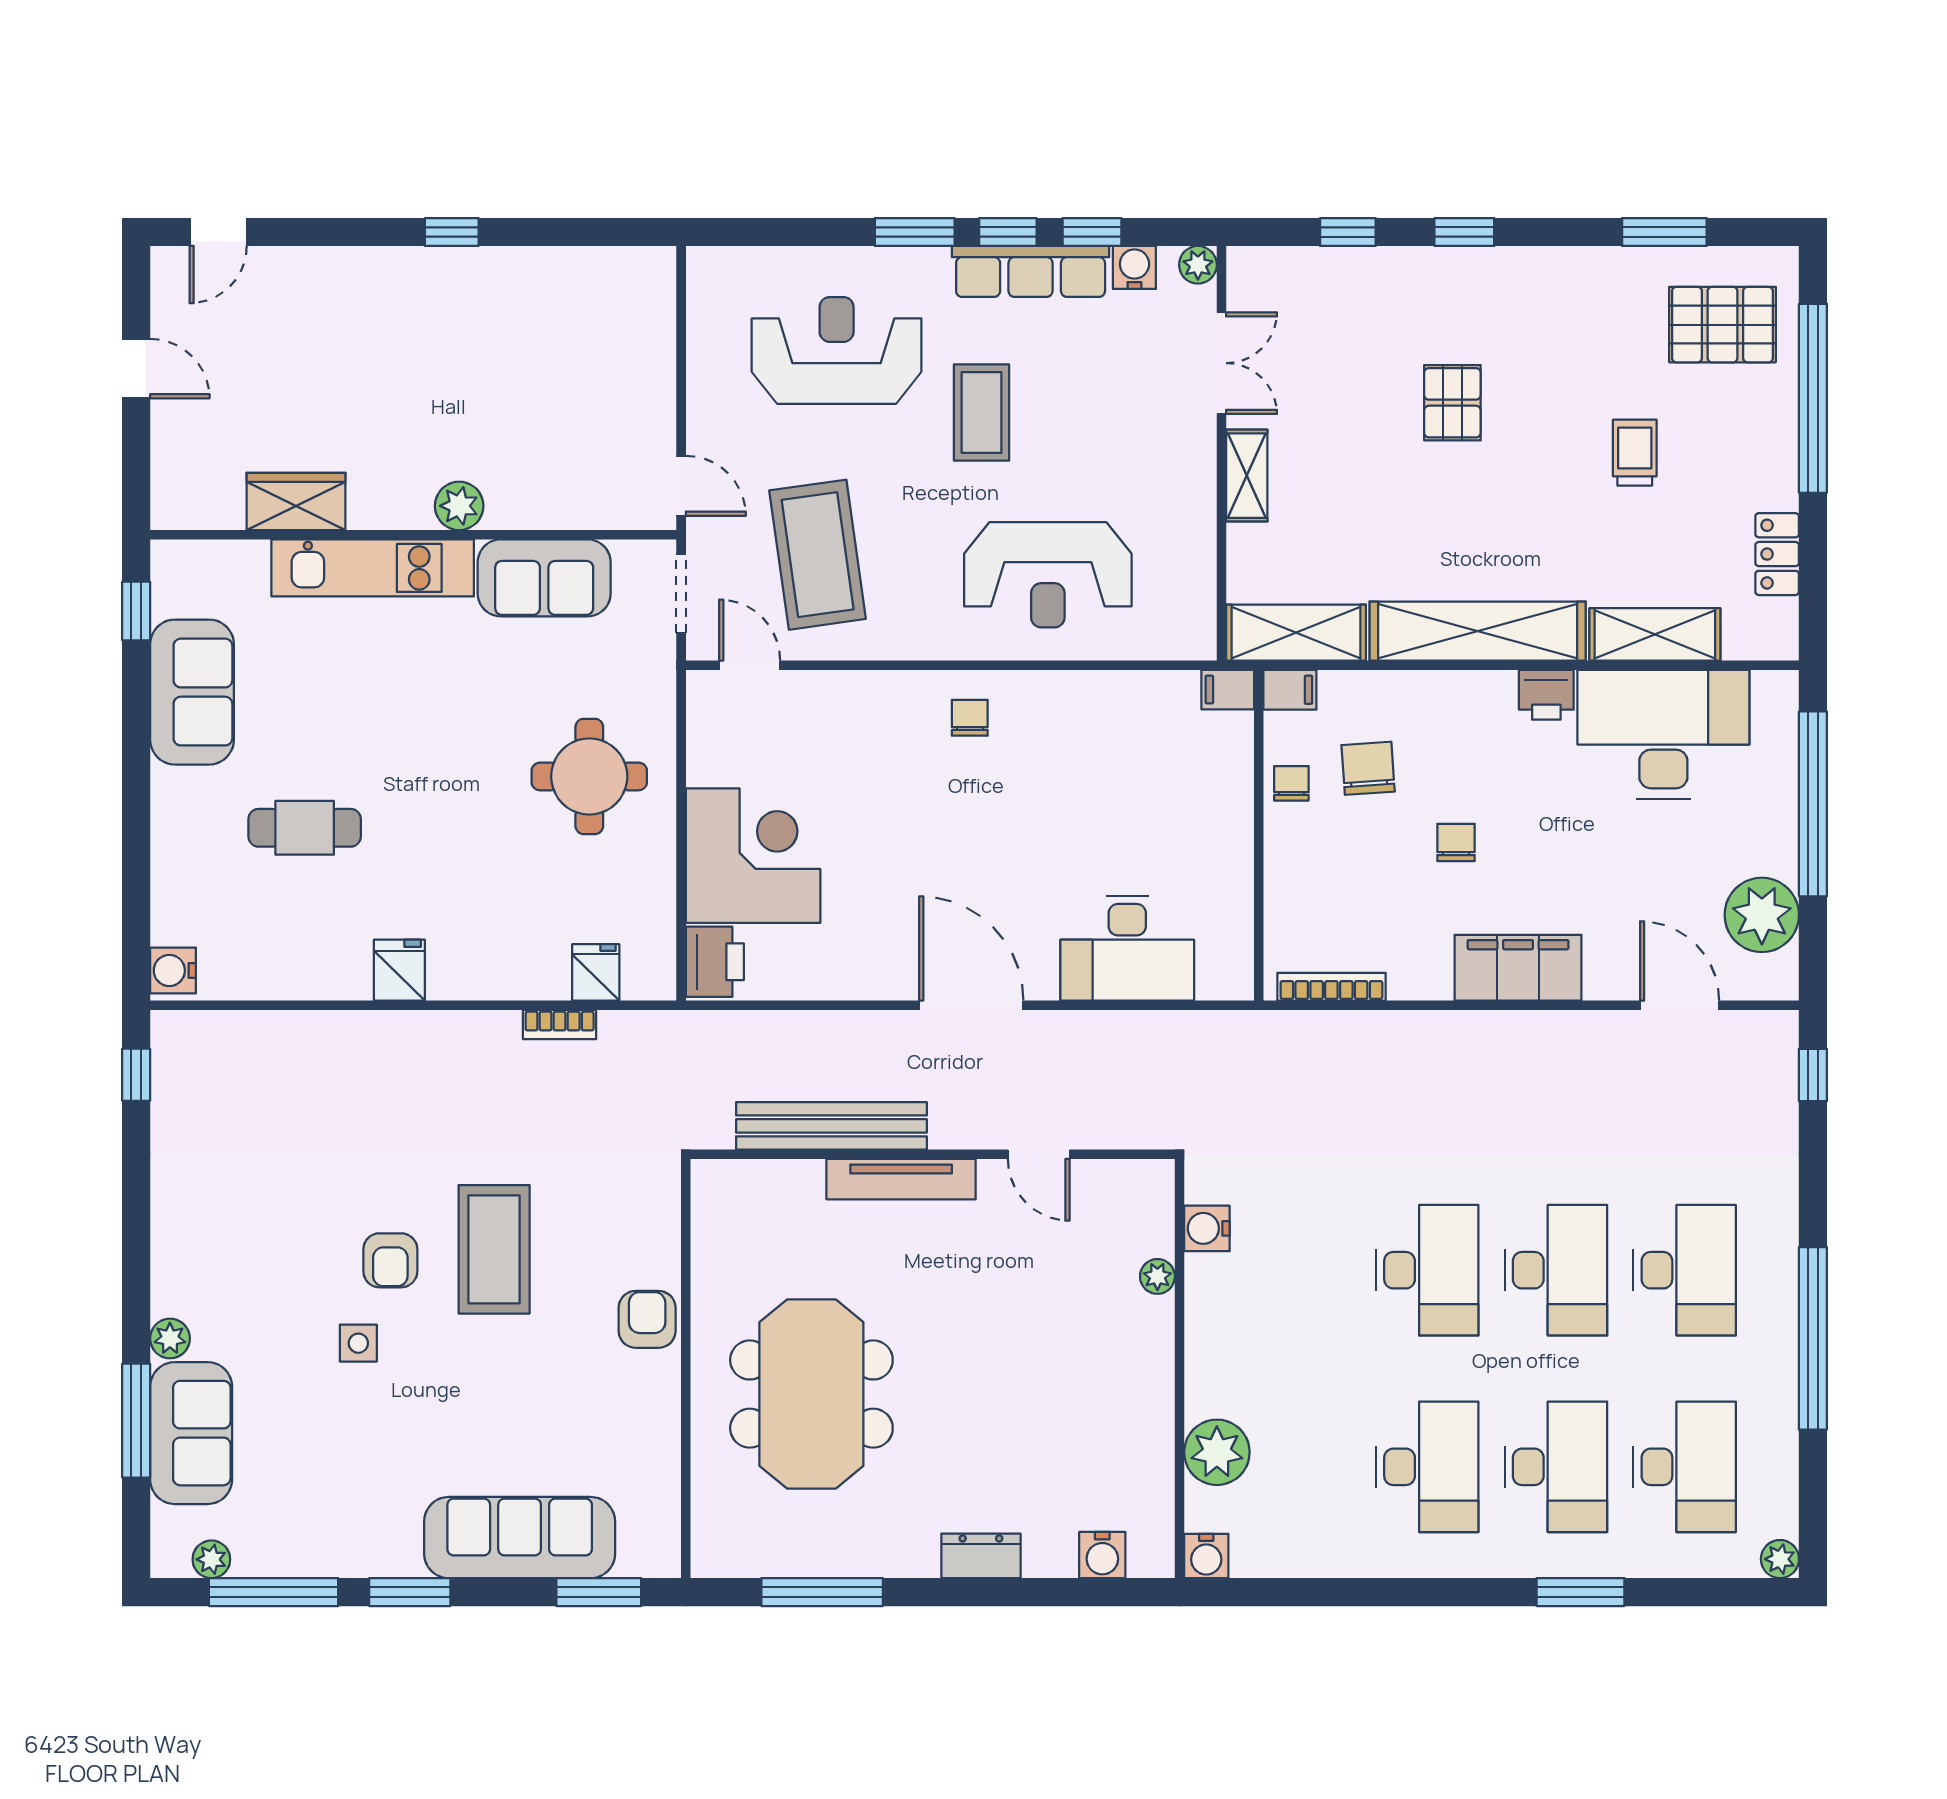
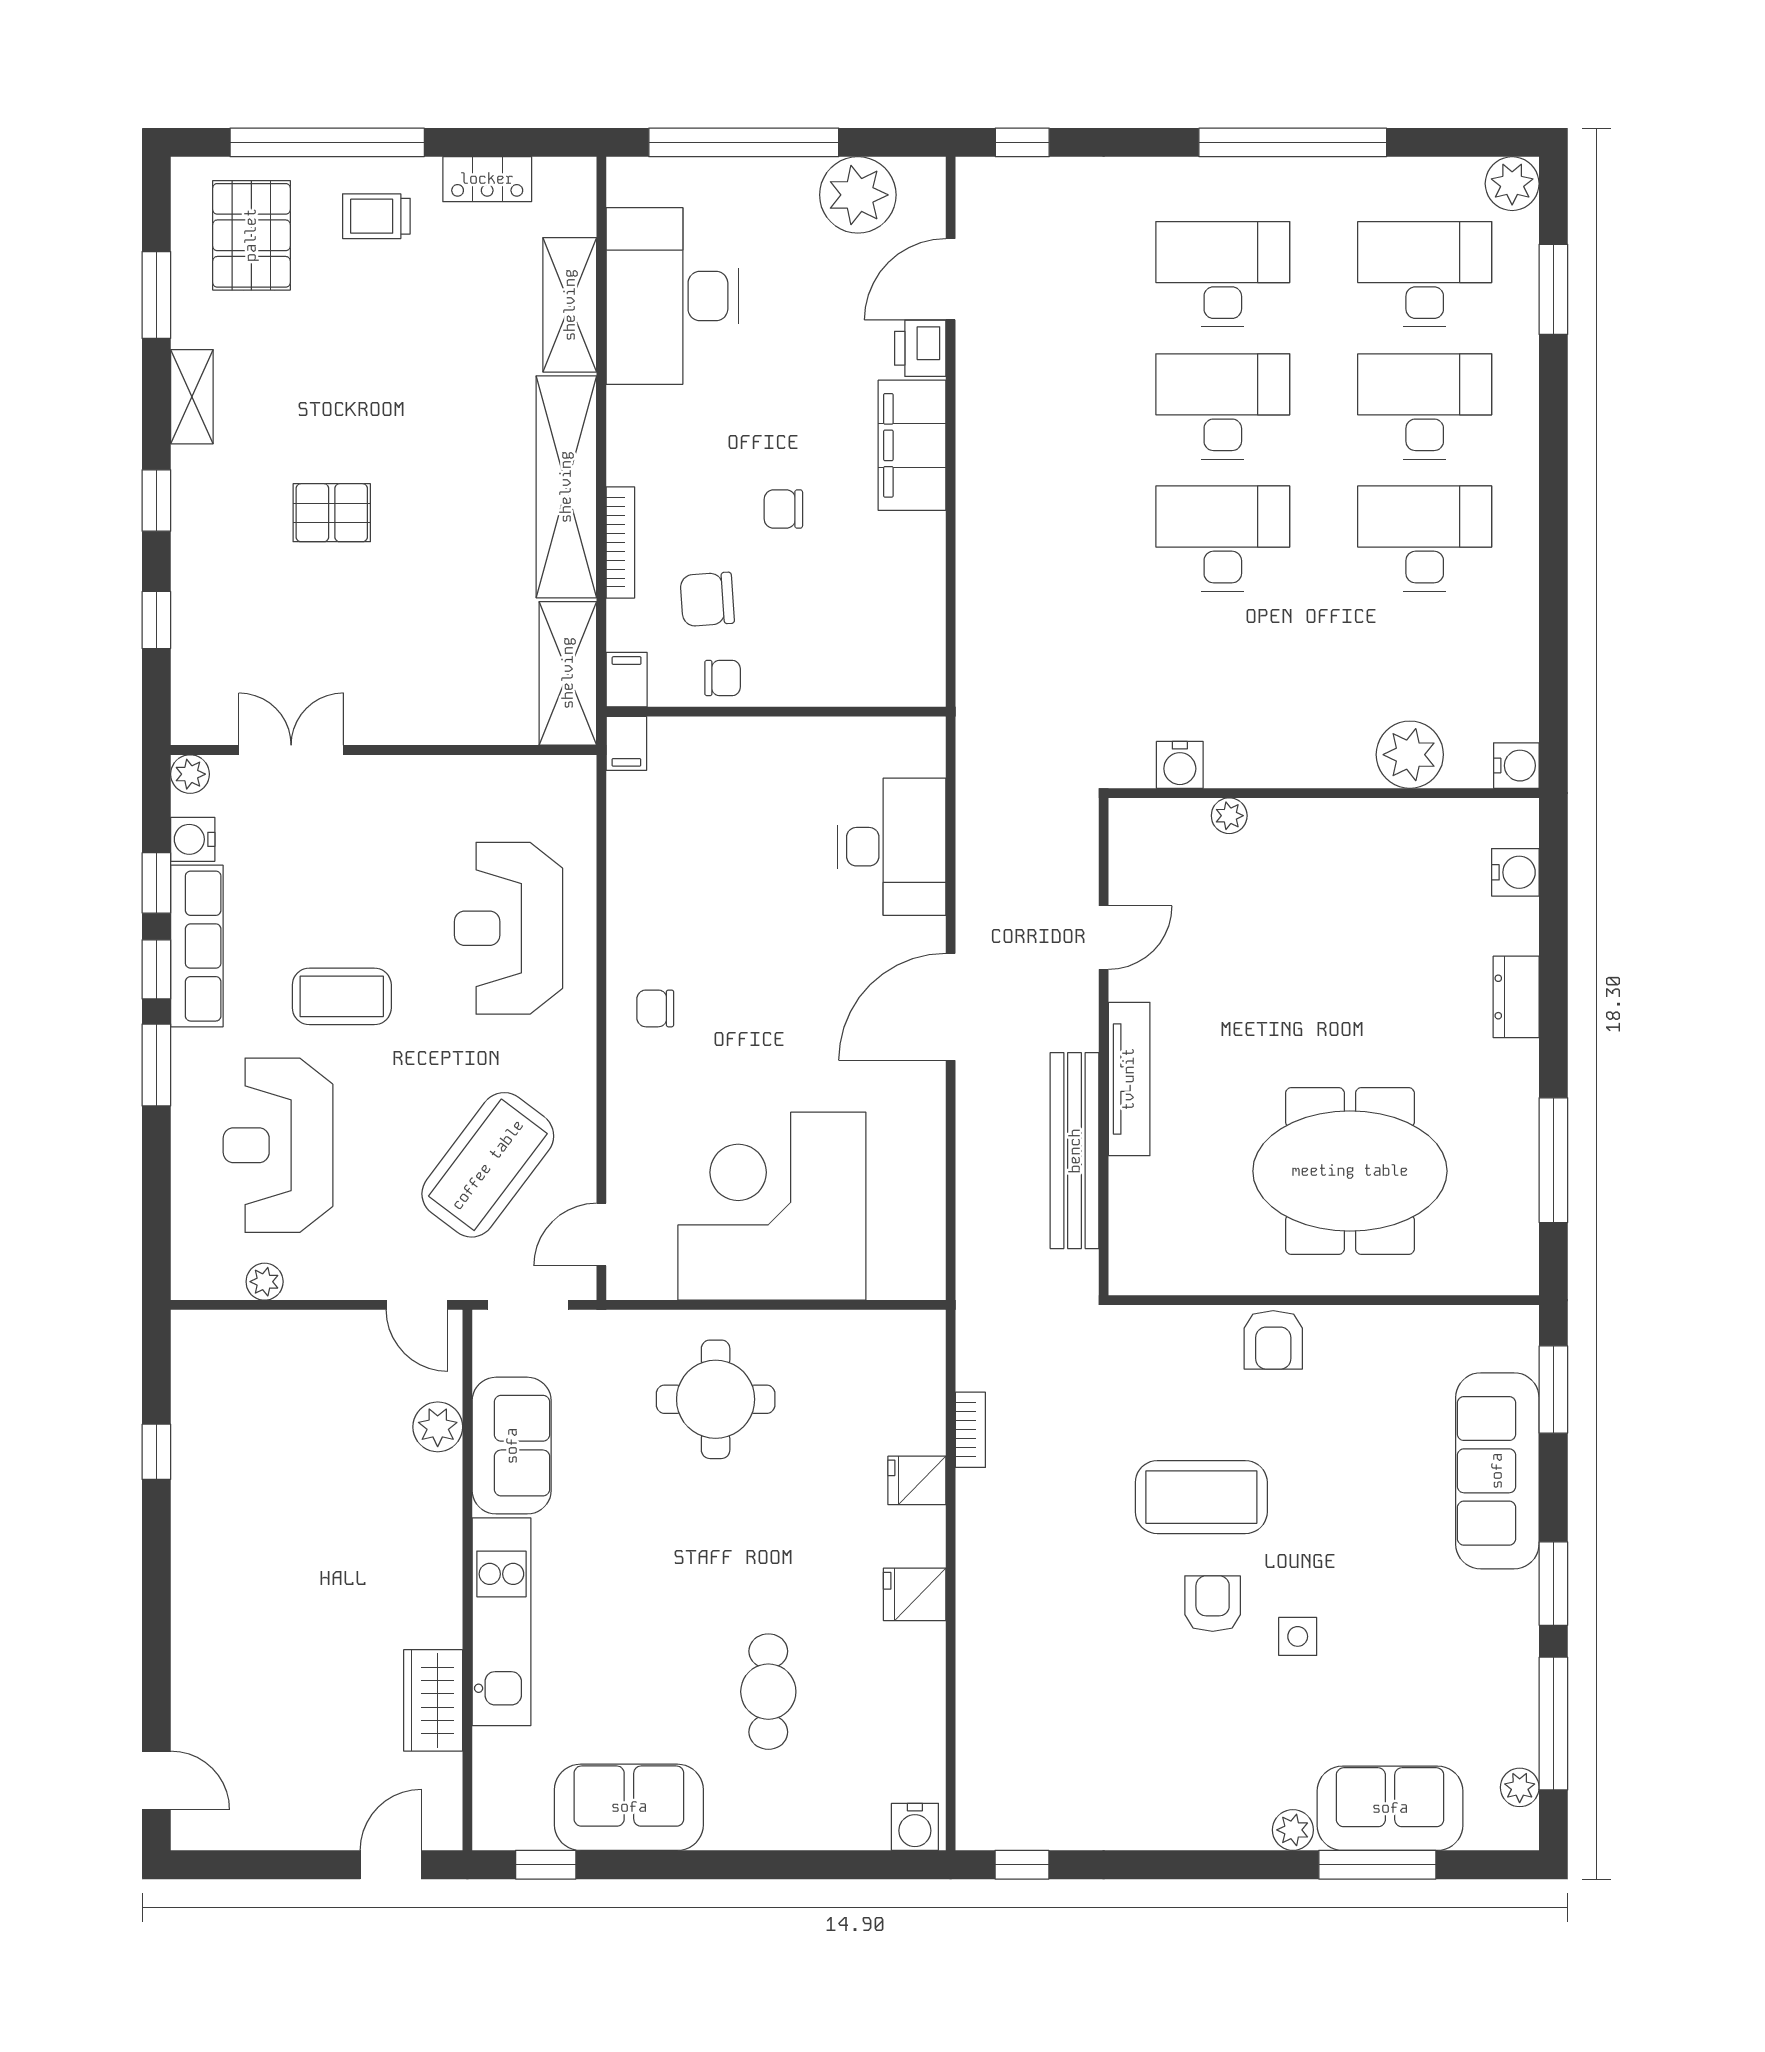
window: (452, 232) -> (156, 1452), moved
plant: (704, 337) -> (265, 1282), added
door: (136, 369) -> (391, 1865), moved
trolley: (1635, 453) -> (376, 216), moved
shelving: (1247, 476) -> (192, 397), moved, turned 90
door: (681, 486) -> (417, 1305), swing flipped
plant: (459, 506) -> (438, 1427), moved
coffee table: (818, 555) -> (488, 1165), turned -45
reception desk: (1048, 575) -> (508, 928), turned 180
printer: (1546, 695) -> (920, 348), moved, turned 180
chair: (1291, 783) -> (723, 678), turned 180
corner desk: (753, 856) -> (772, 1206), width x1.36, depth x1.36
printer: (715, 962) -> (906, 1270), removed
fridge: (596, 972) -> (917, 1480), moved
bookcase: (1331, 987) -> (620, 542), moved, turned 180
armchair: (390, 1260) -> (1213, 1604), turned -90
armchair: (647, 1319) -> (1273, 1340), turned -90
plant: (1780, 1559) -> (1512, 184), width x1.38, depth x1.38
window: (1581, 1592) -> (1553, 289), moved

